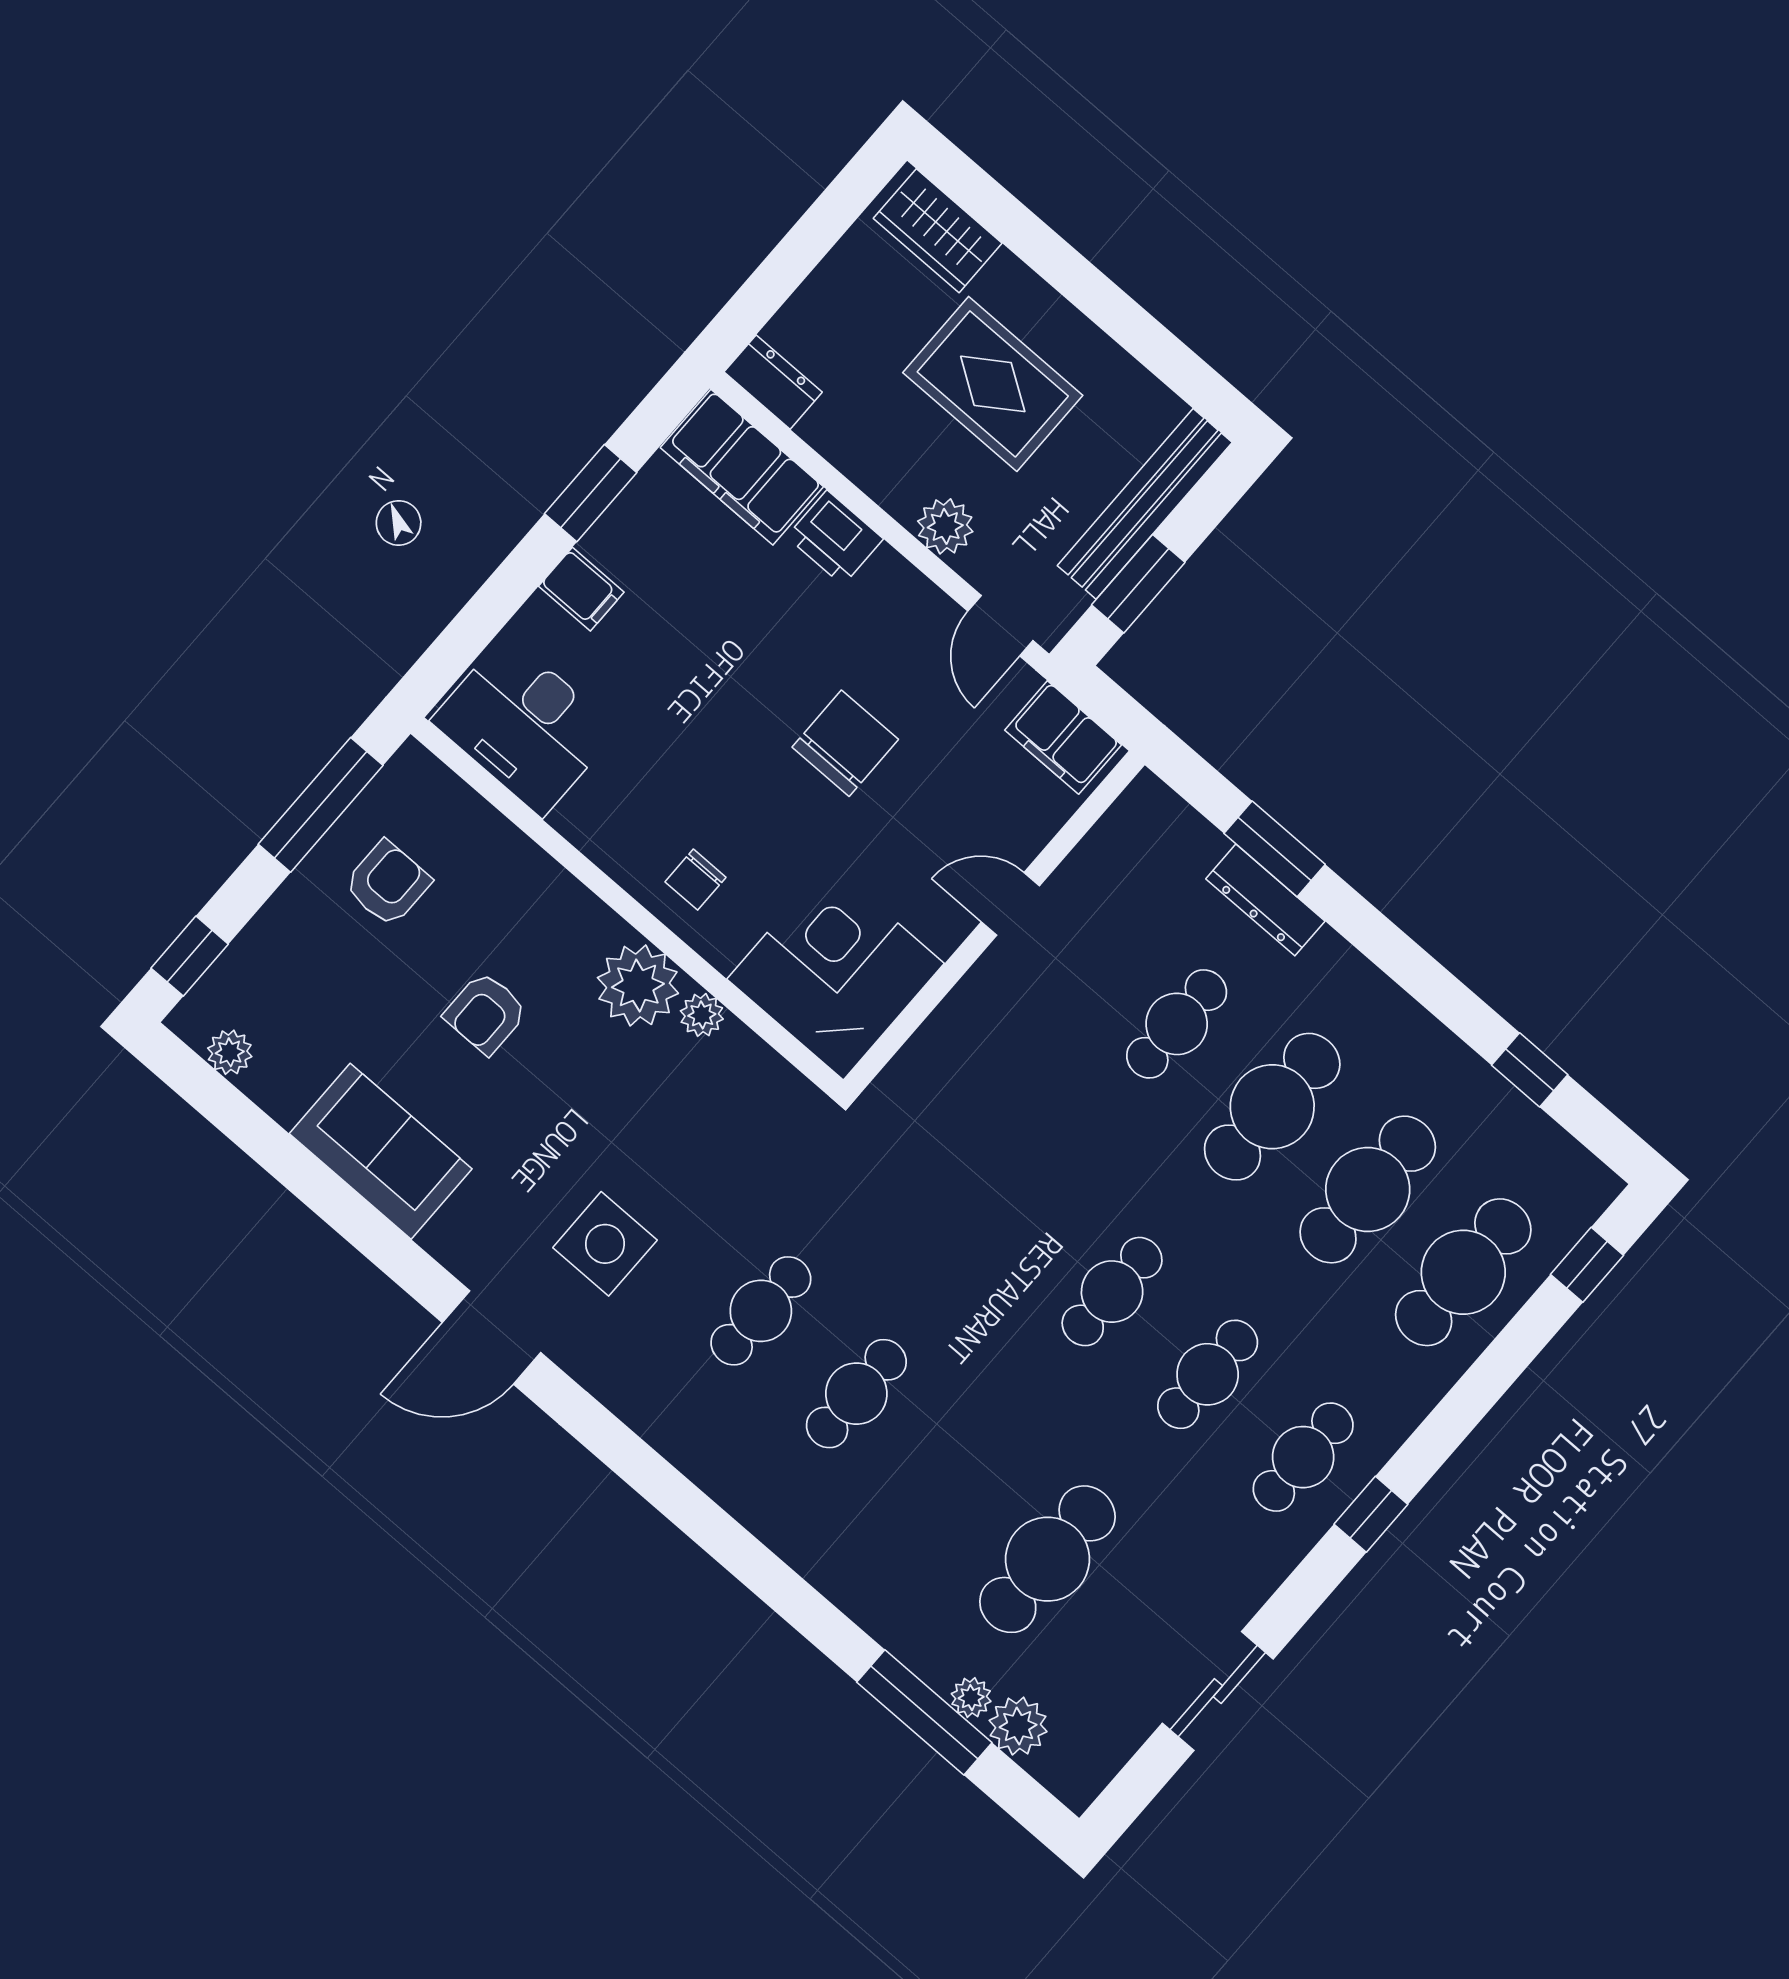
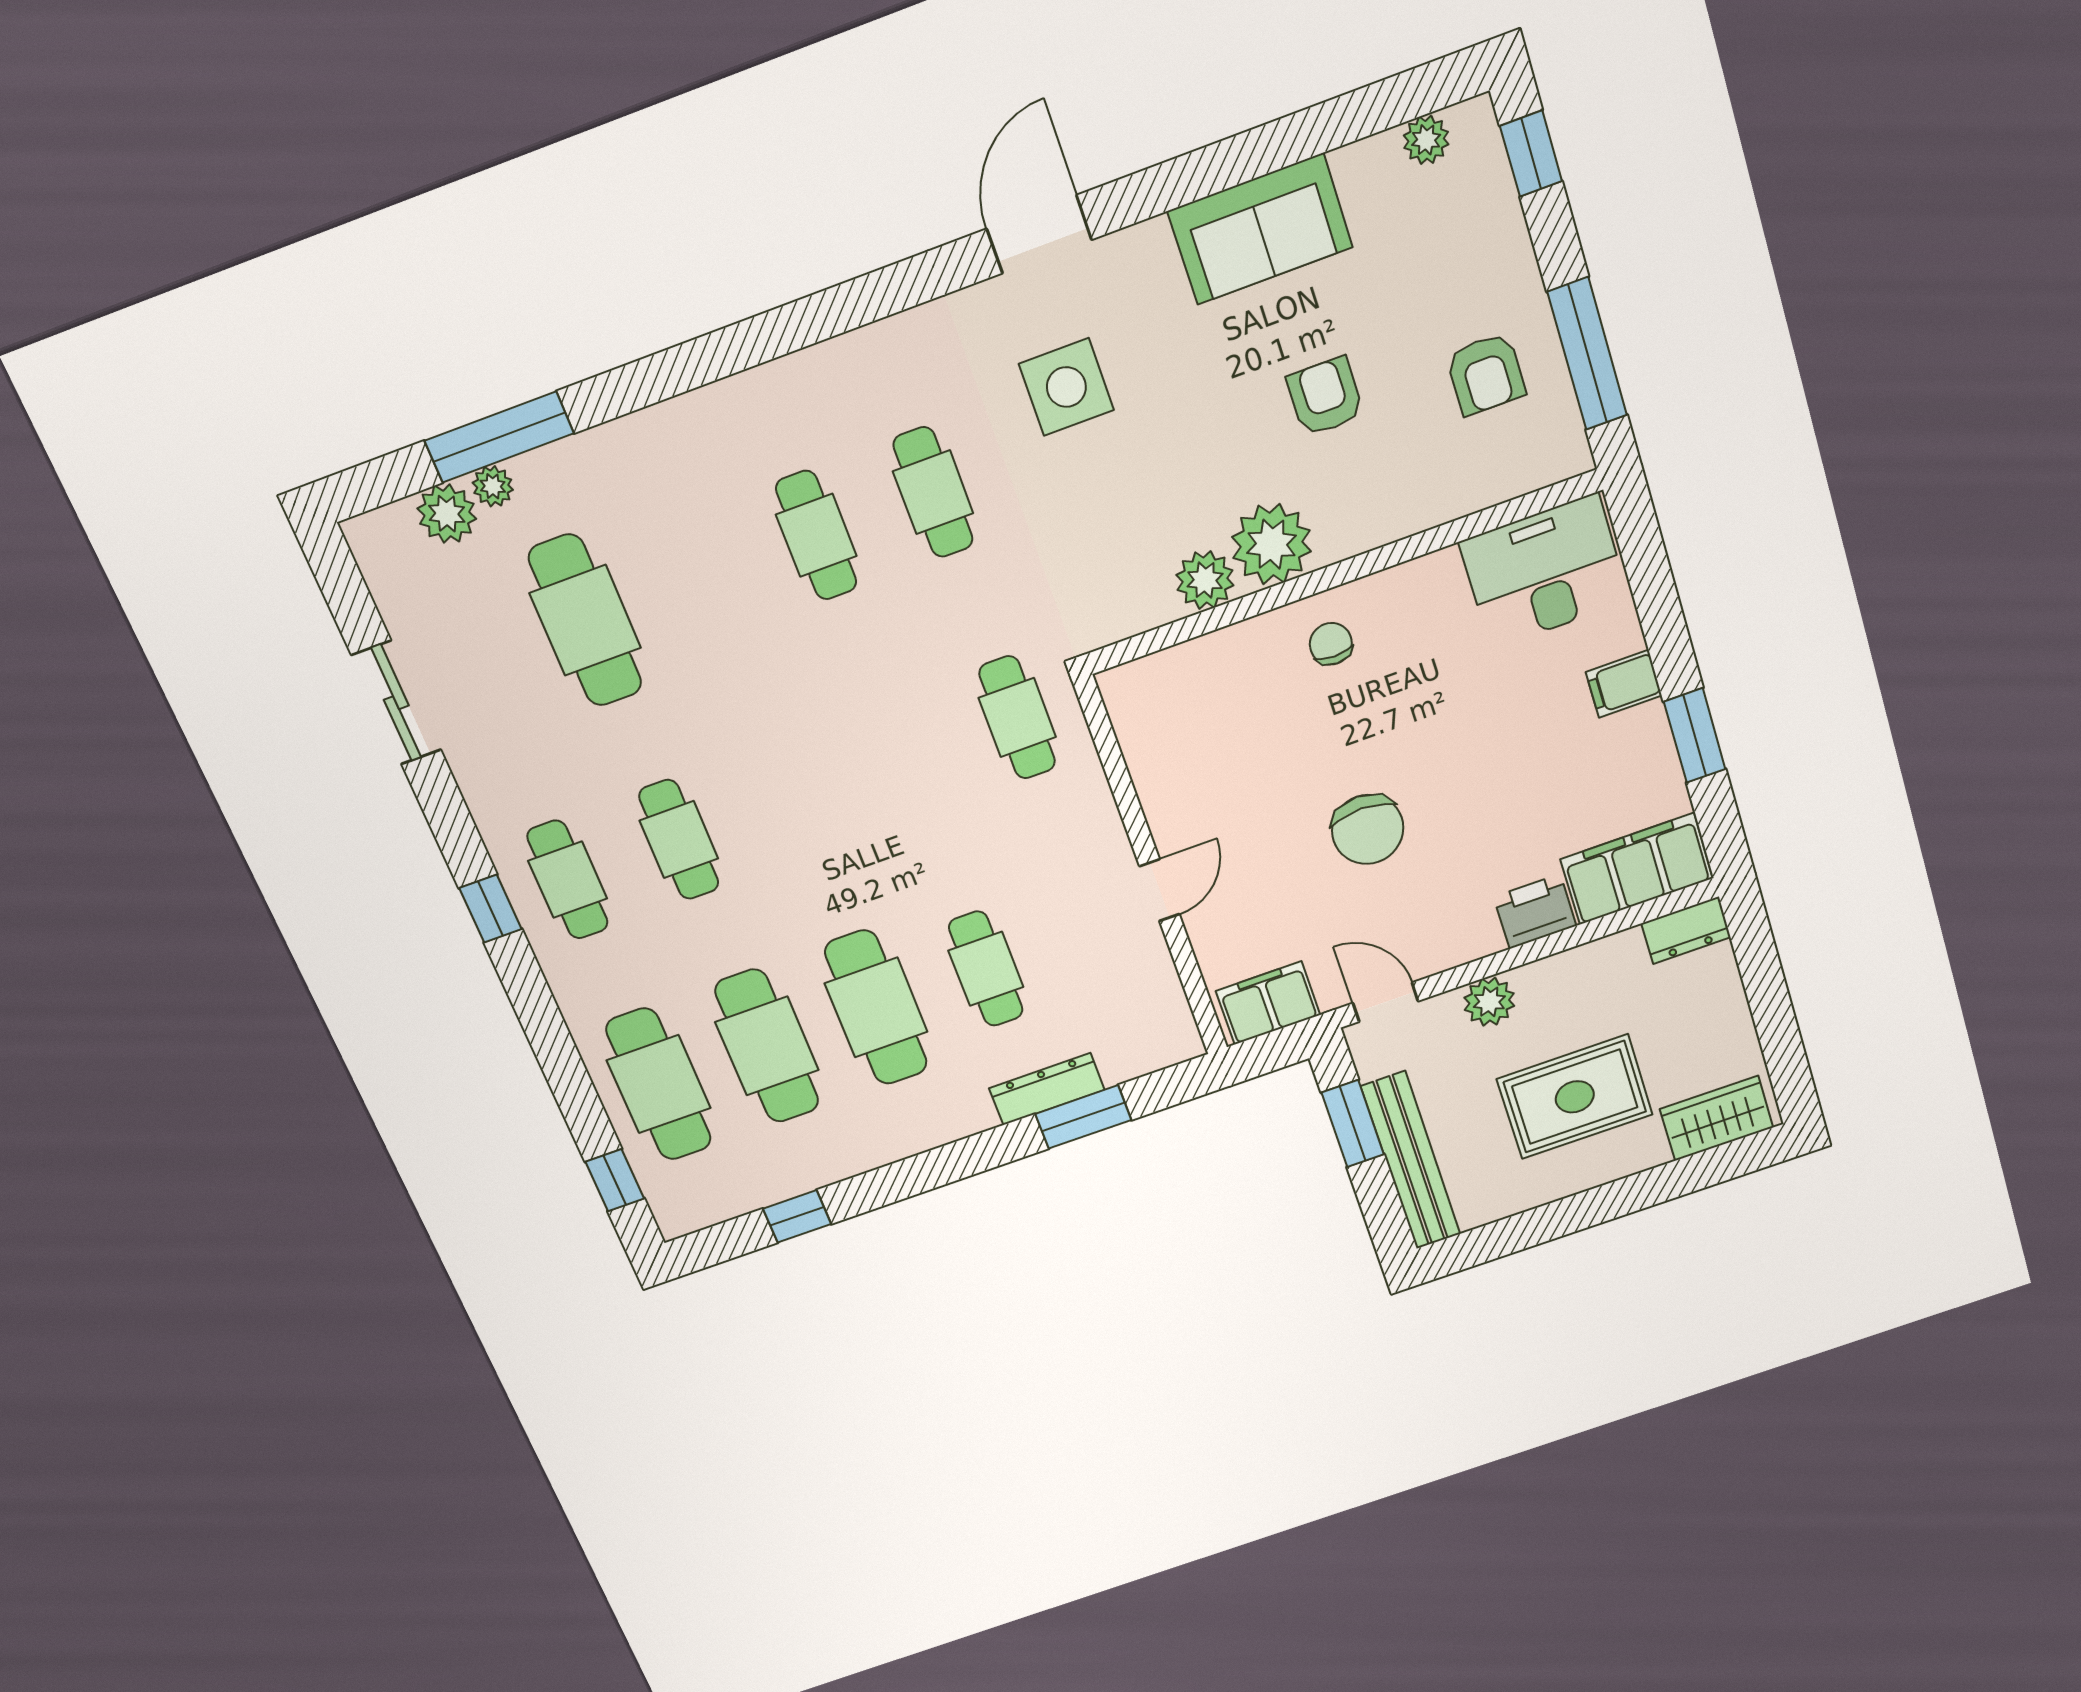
corner desk: (836, 971) -> (1187, 718), removed
plant: (702, 1015) -> (1205, 580), width x1.38, depth x1.38
cafe table: (1112, 1292) -> (1017, 718), moved

